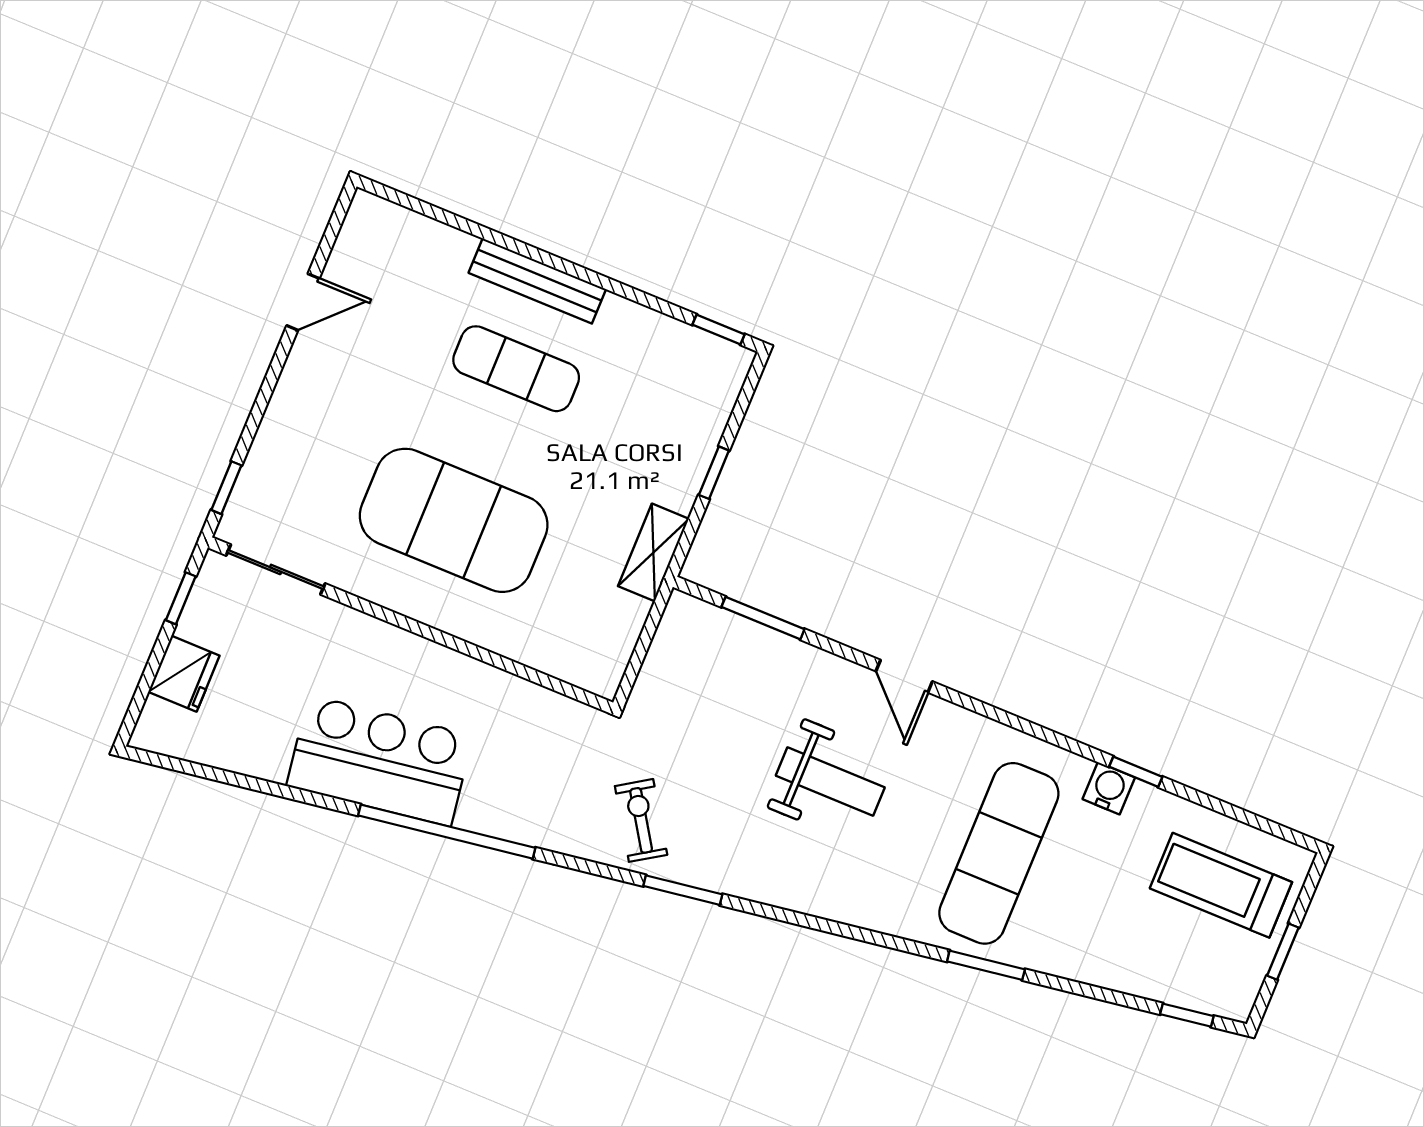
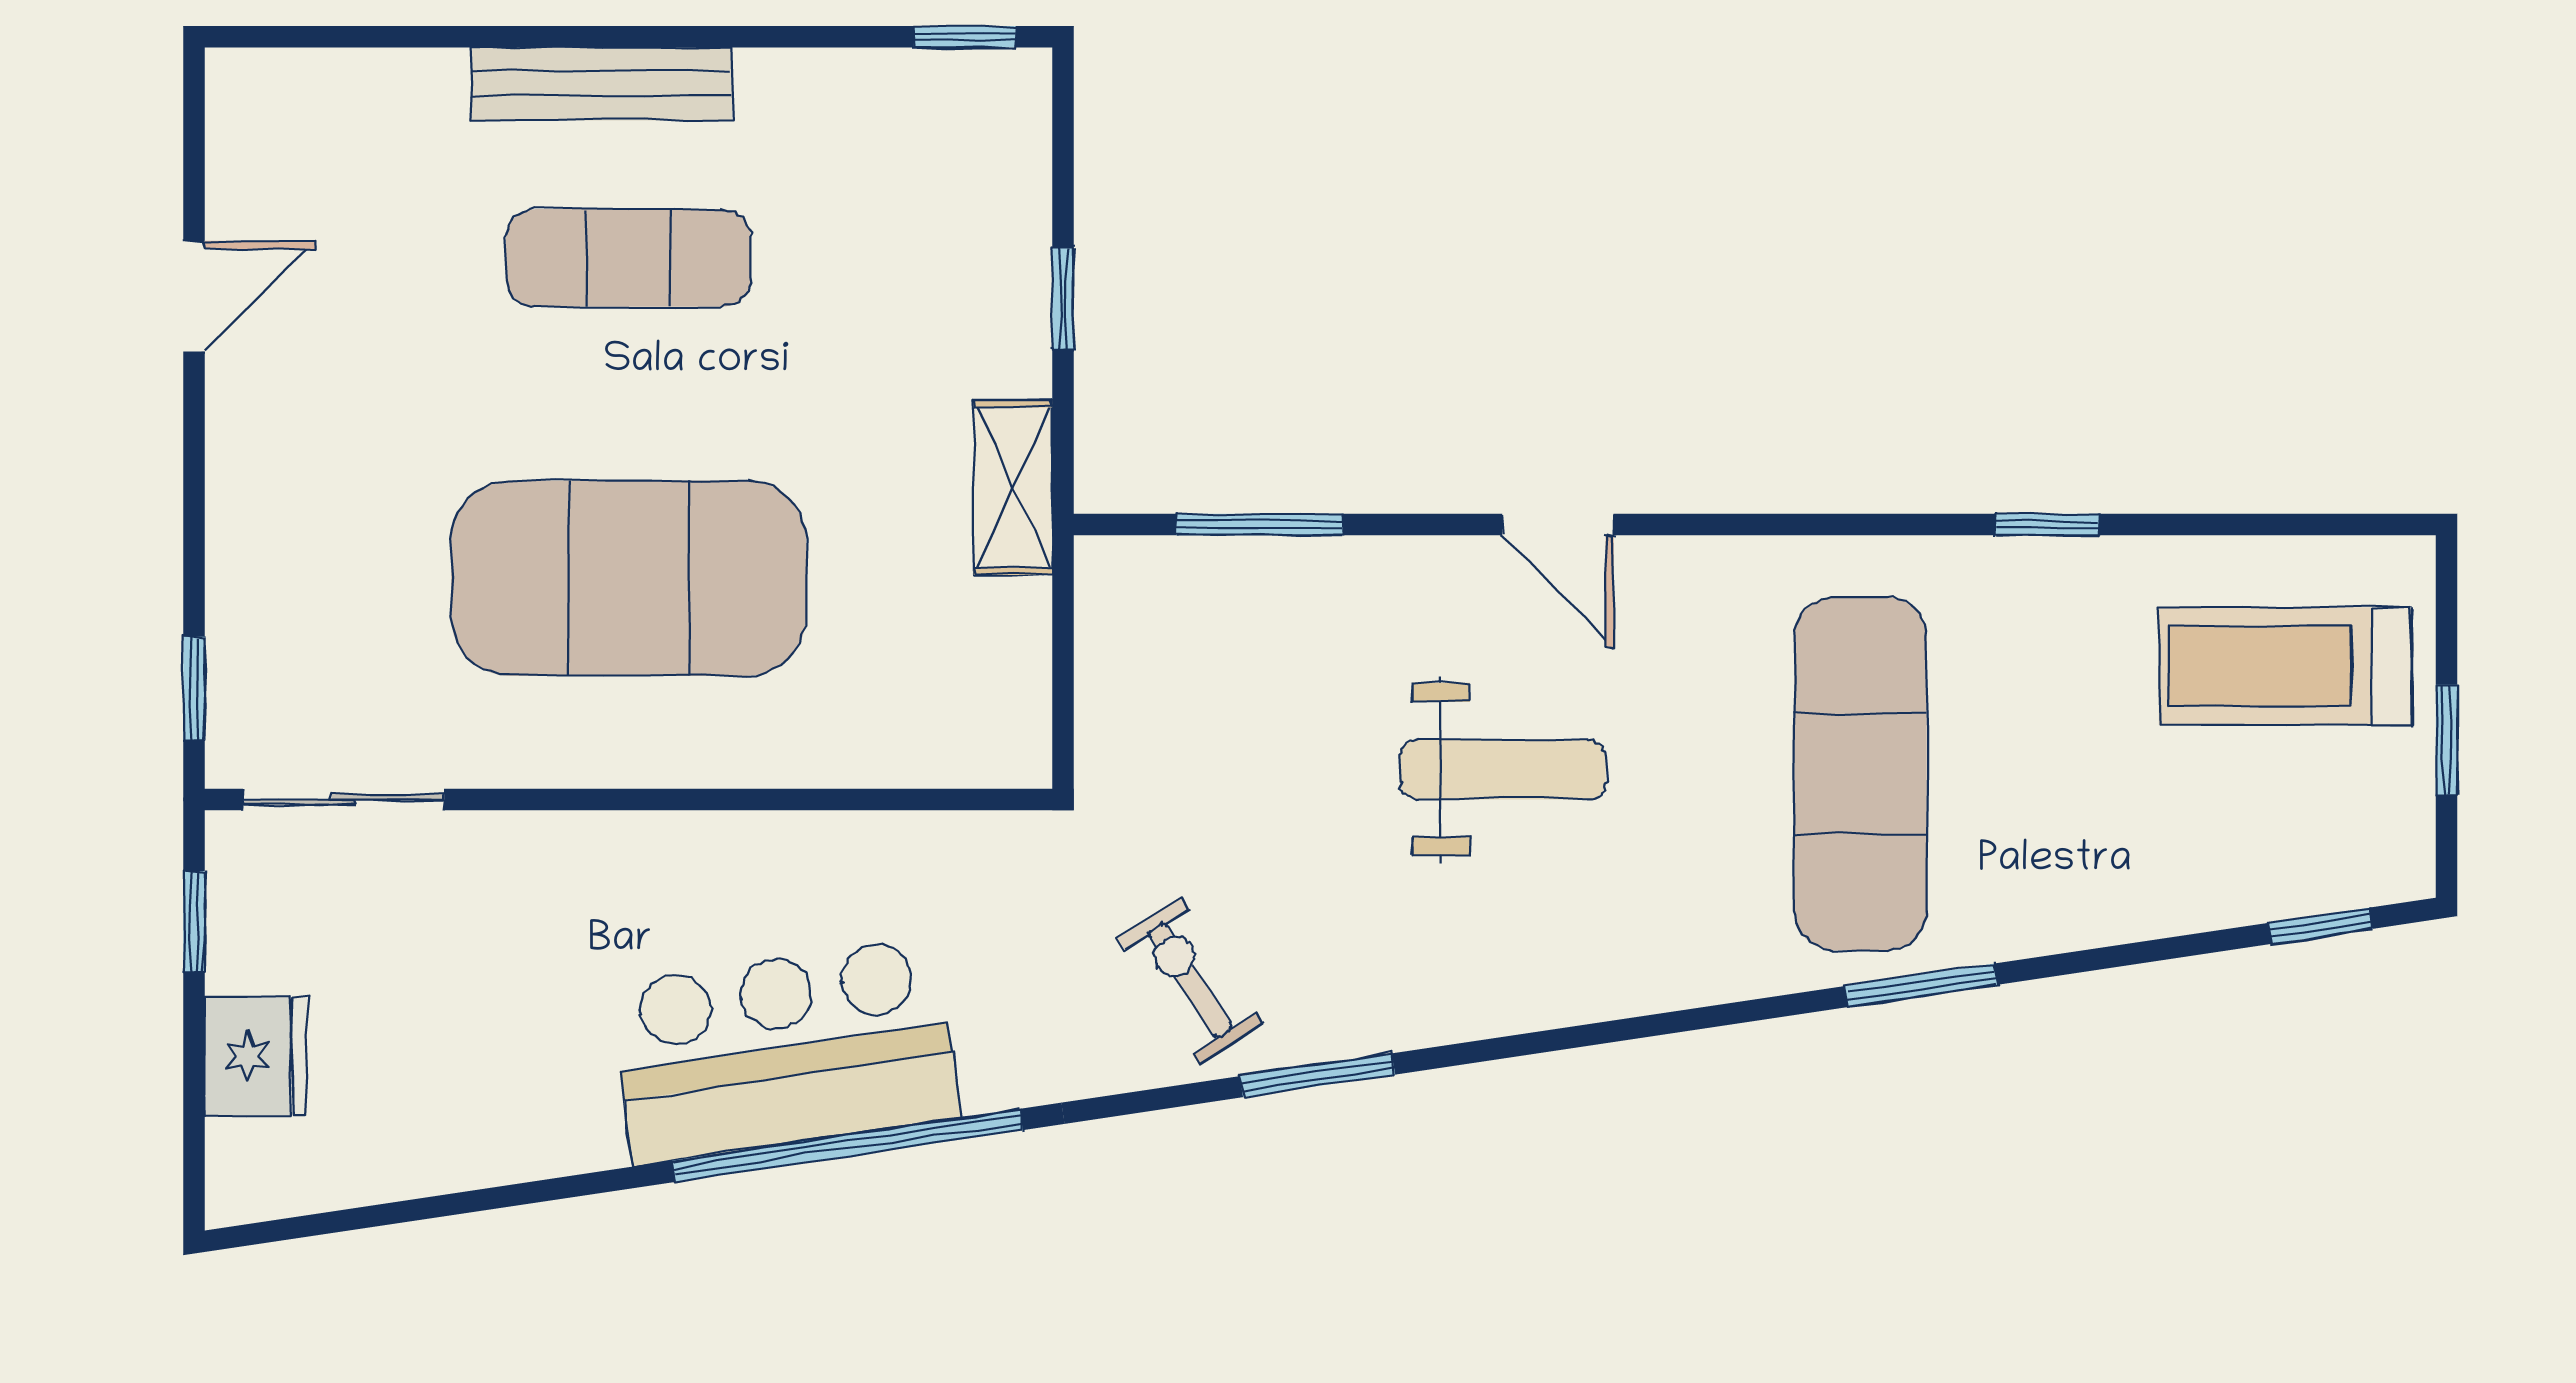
bar counter: (380, 761) -> (784, 1051), moved
water cooler: (1109, 788) -> (2010, 574), removed

